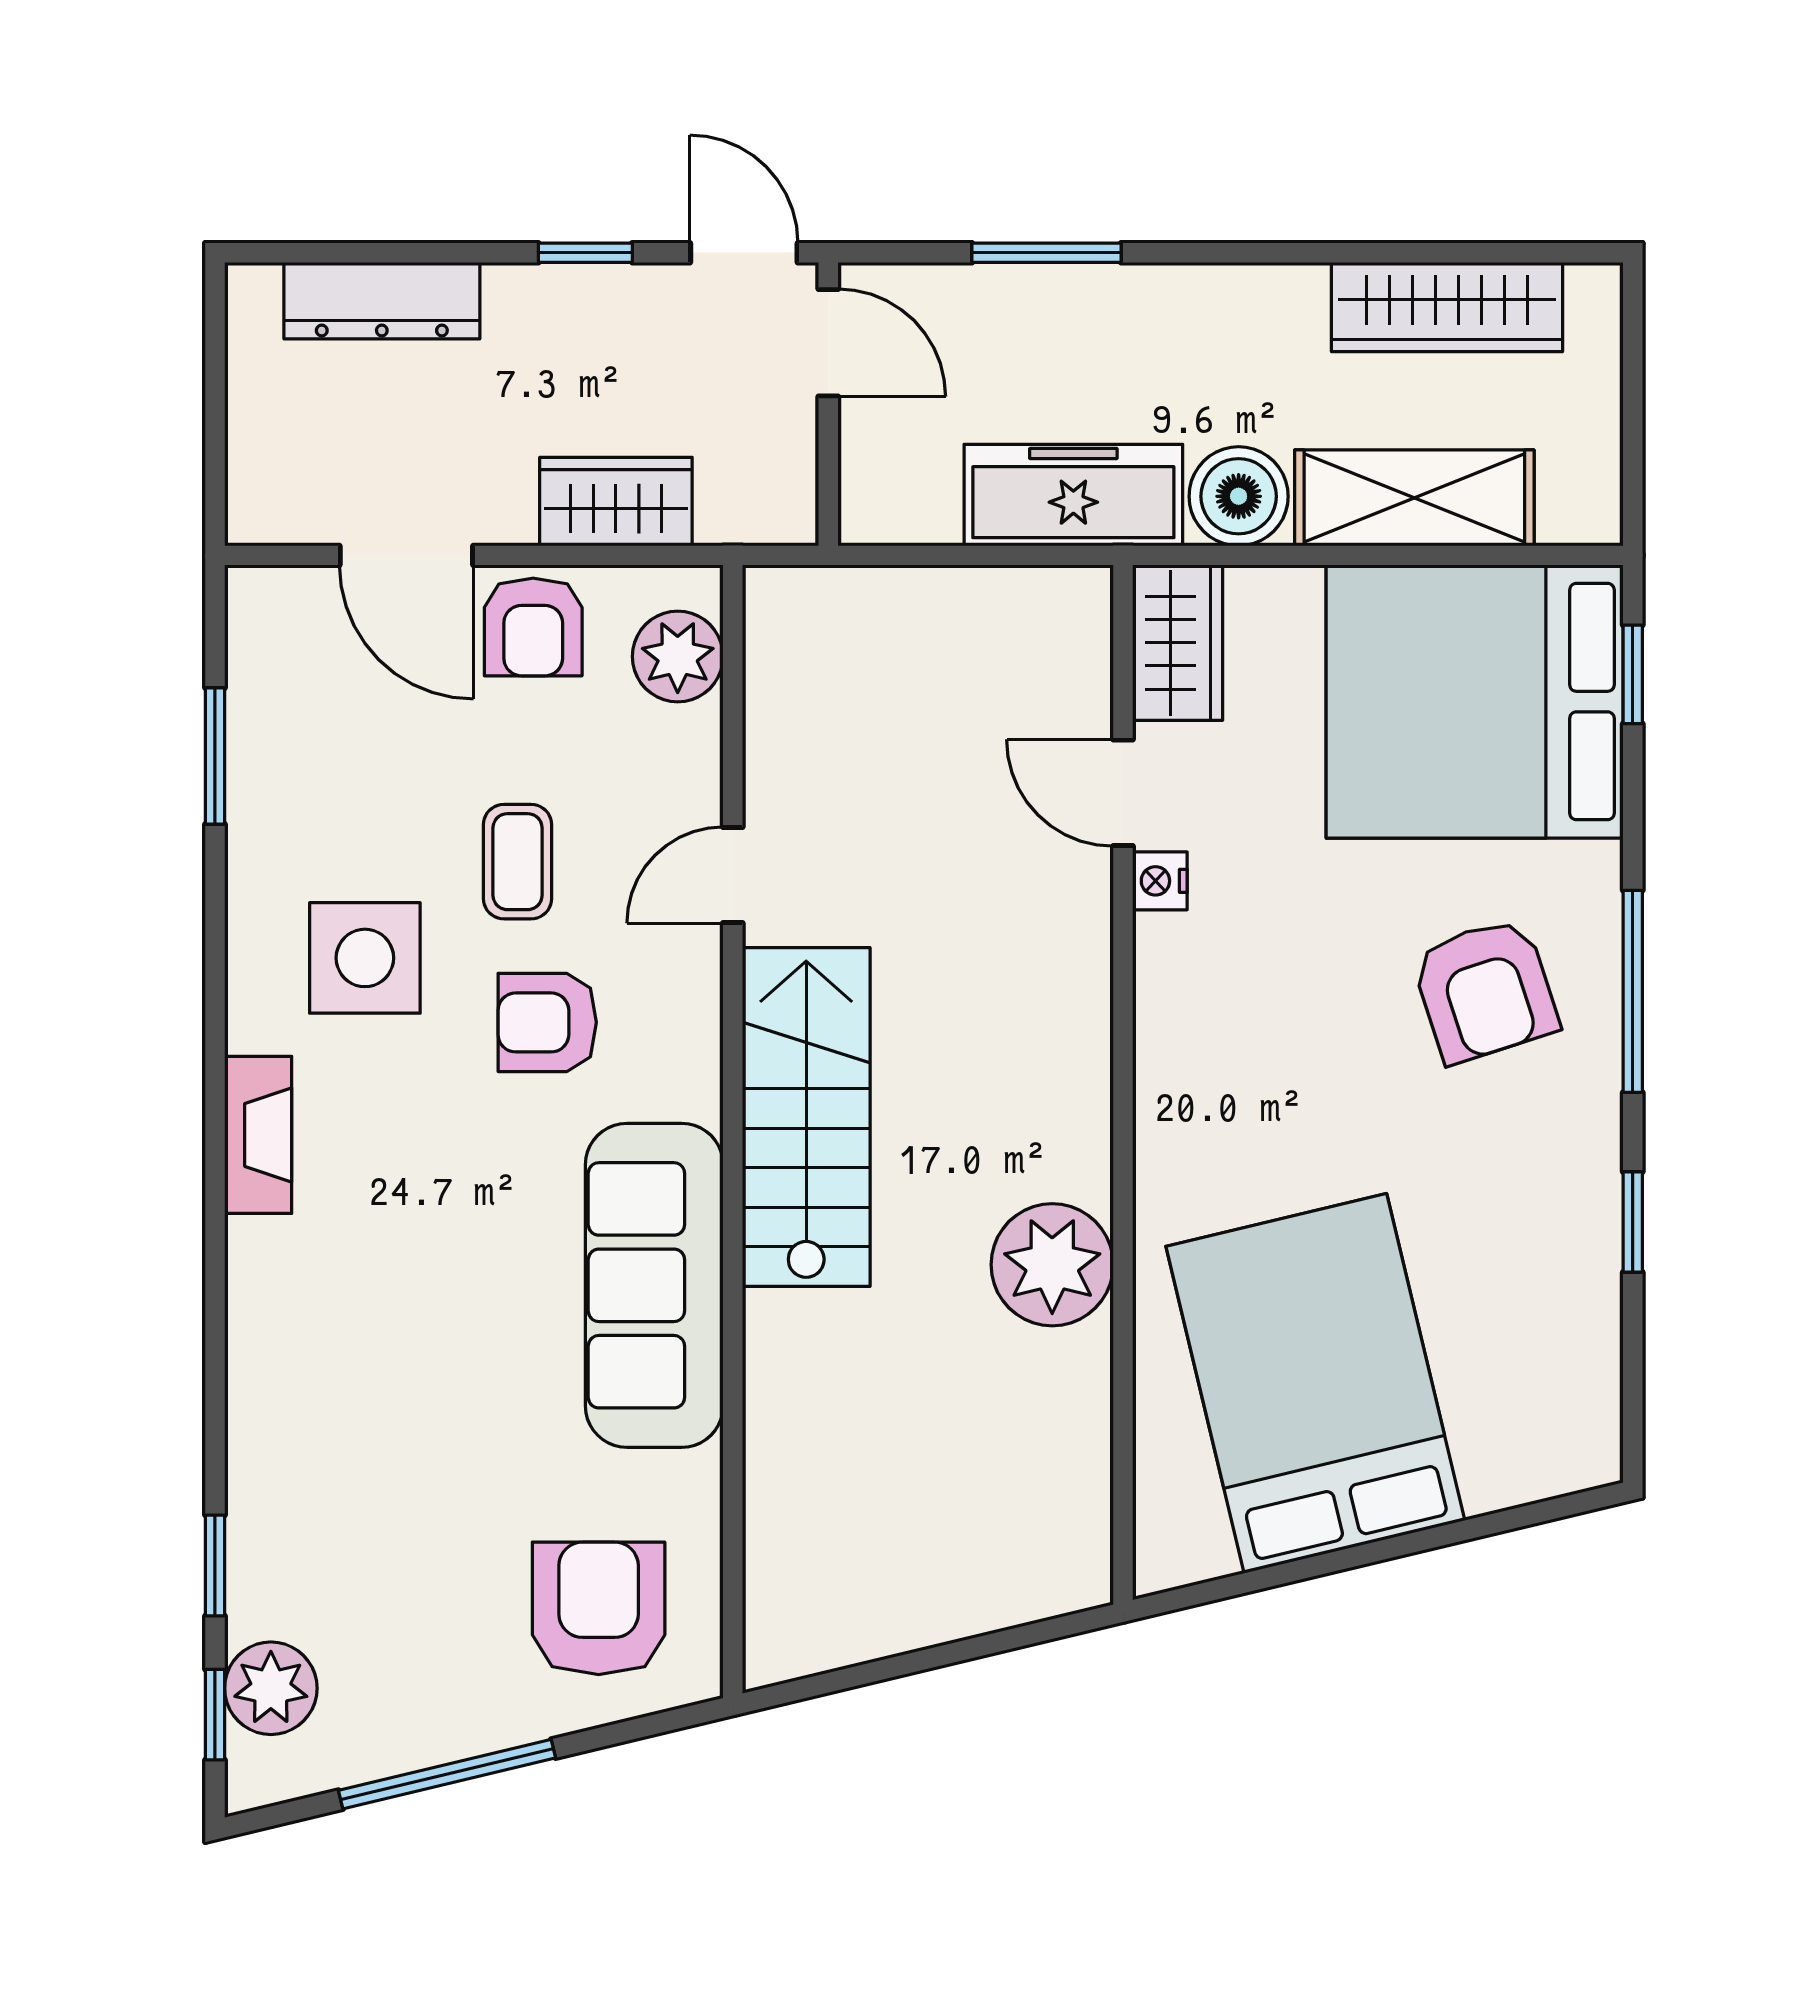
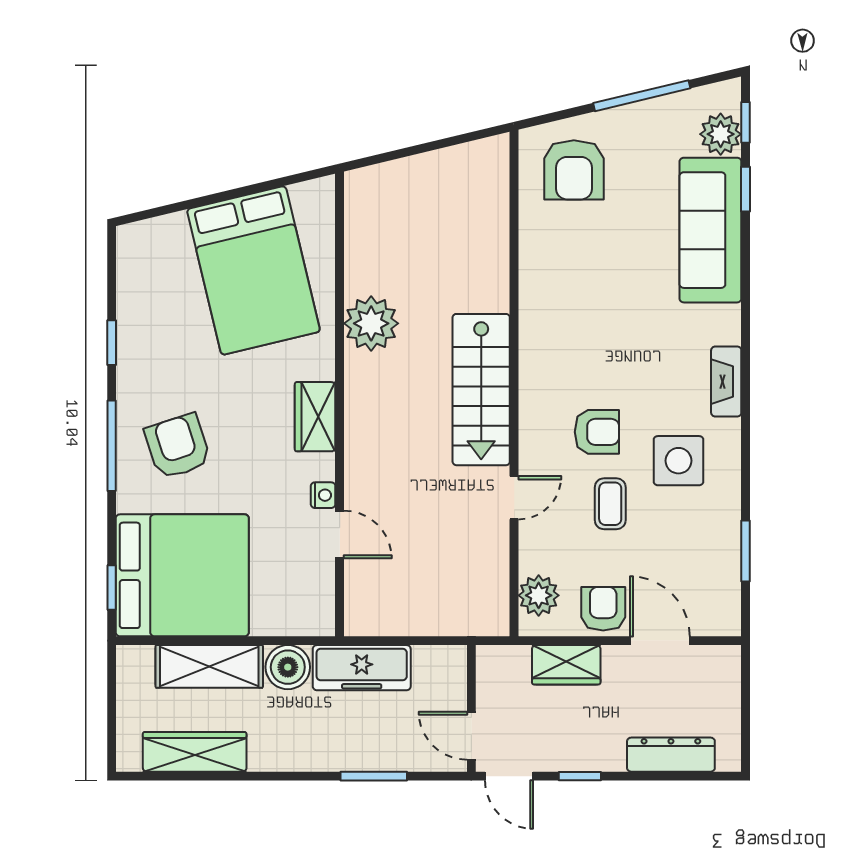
wardrobe: (1178, 643) -> (315, 417), moved
sofa: (654, 1285) -> (710, 230), moved, turned 180

